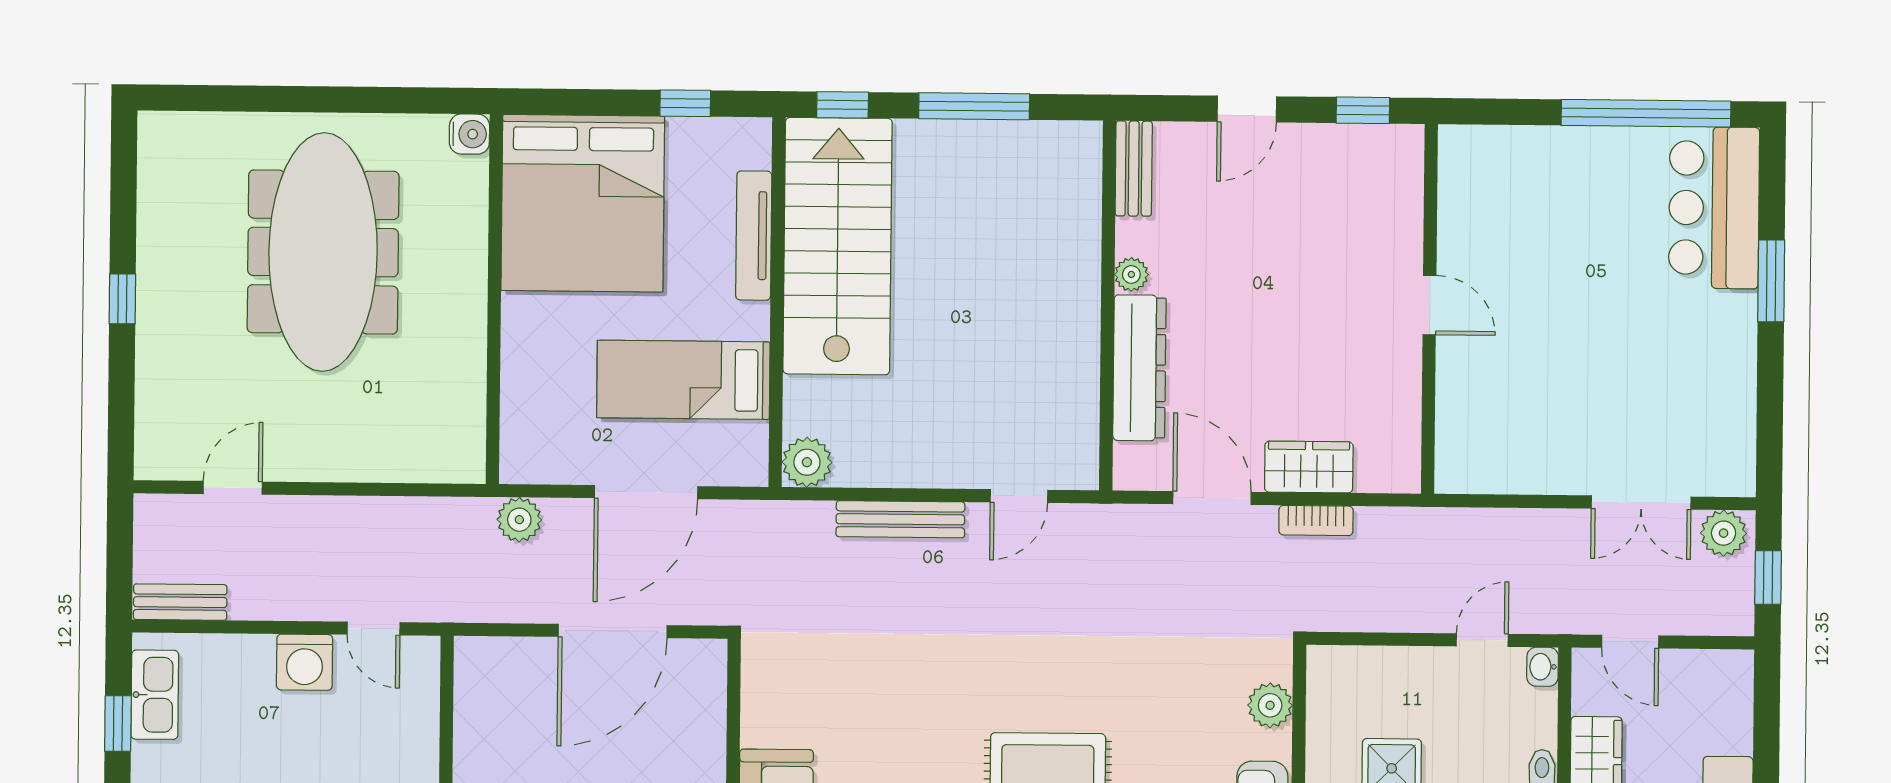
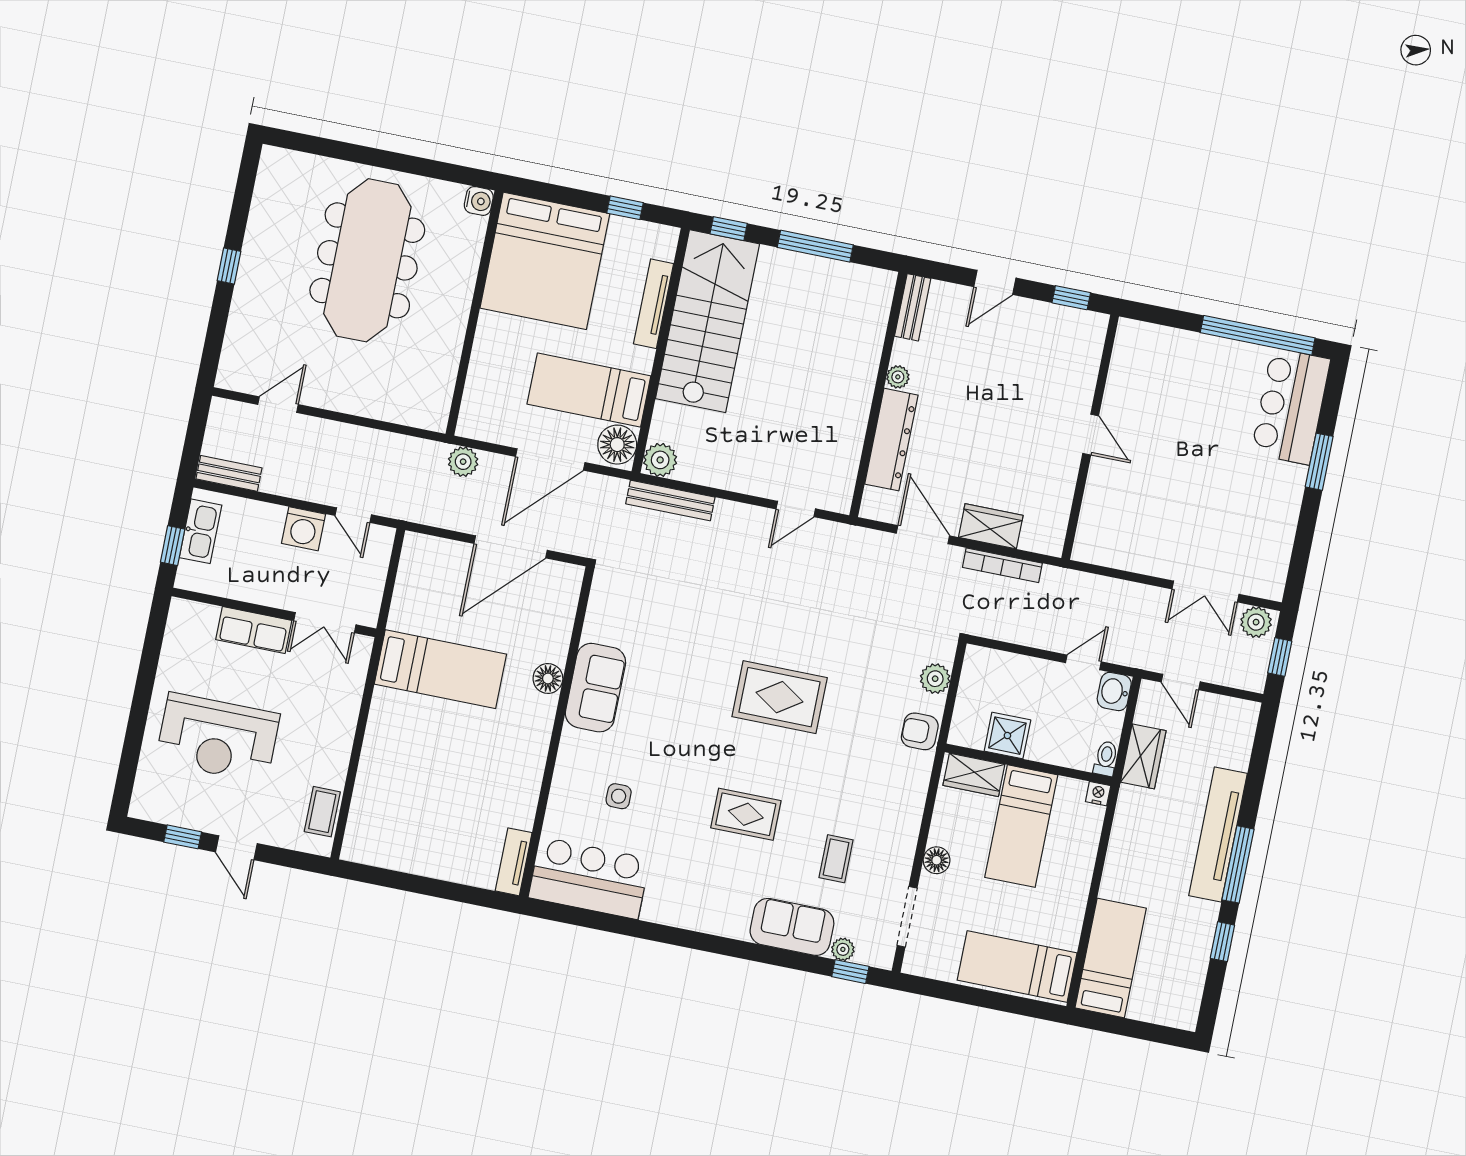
floor lamp: (740, 452) -> (617, 445), added
bench: (900, 519) -> (670, 500), moved
bookcase: (1316, 520) -> (1002, 565), width x1.56
washbasin: (1543, 667) -> (1114, 691), width x1.38, depth x1.45

